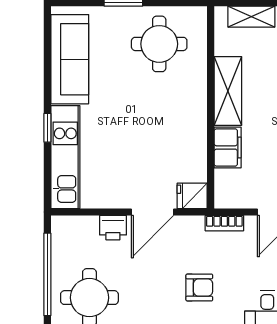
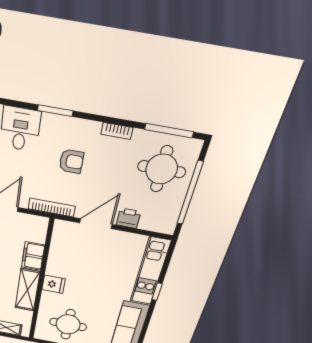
fridge: (192, 196) -> (54, 284), moved
bookcase: (224, 223) -> (52, 208), width x1.56
armchair: (199, 287) -> (71, 161), turned 180

